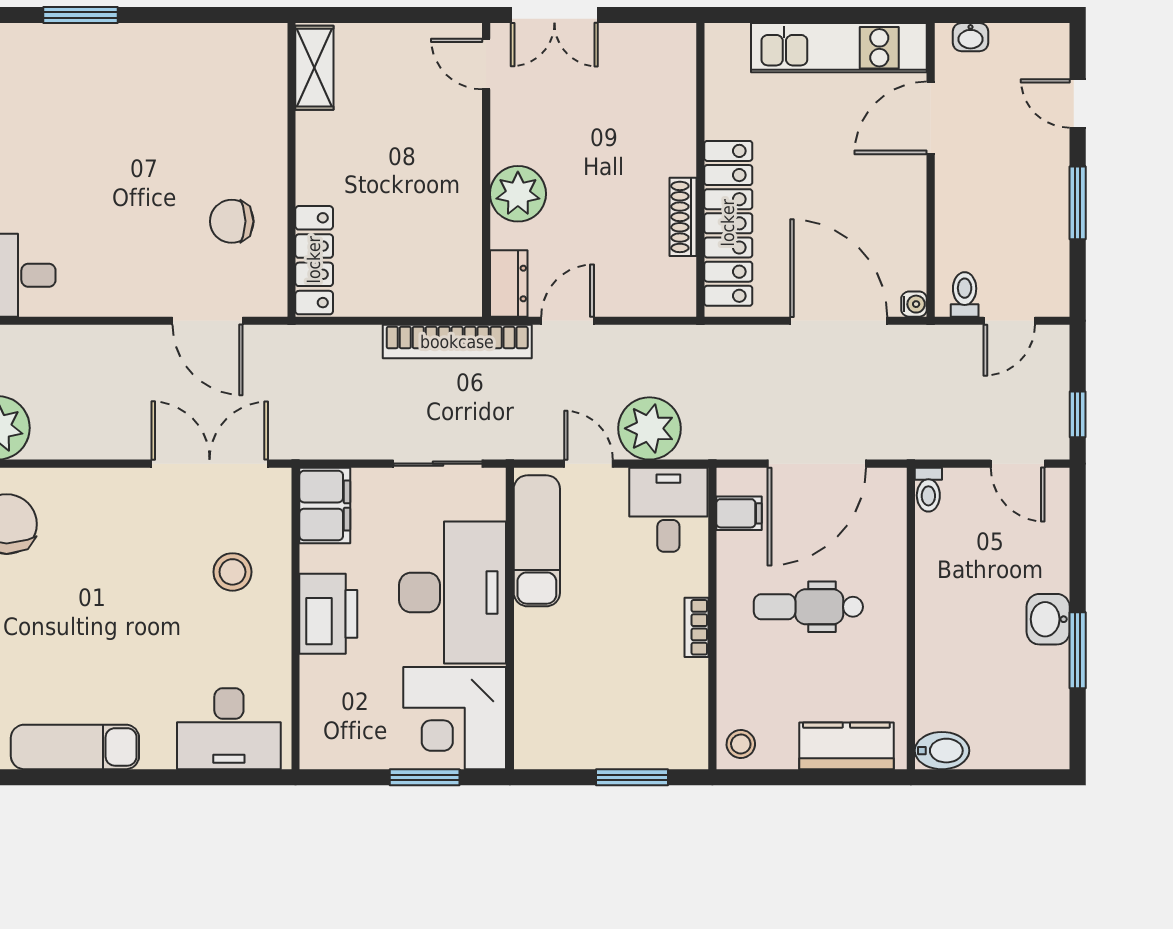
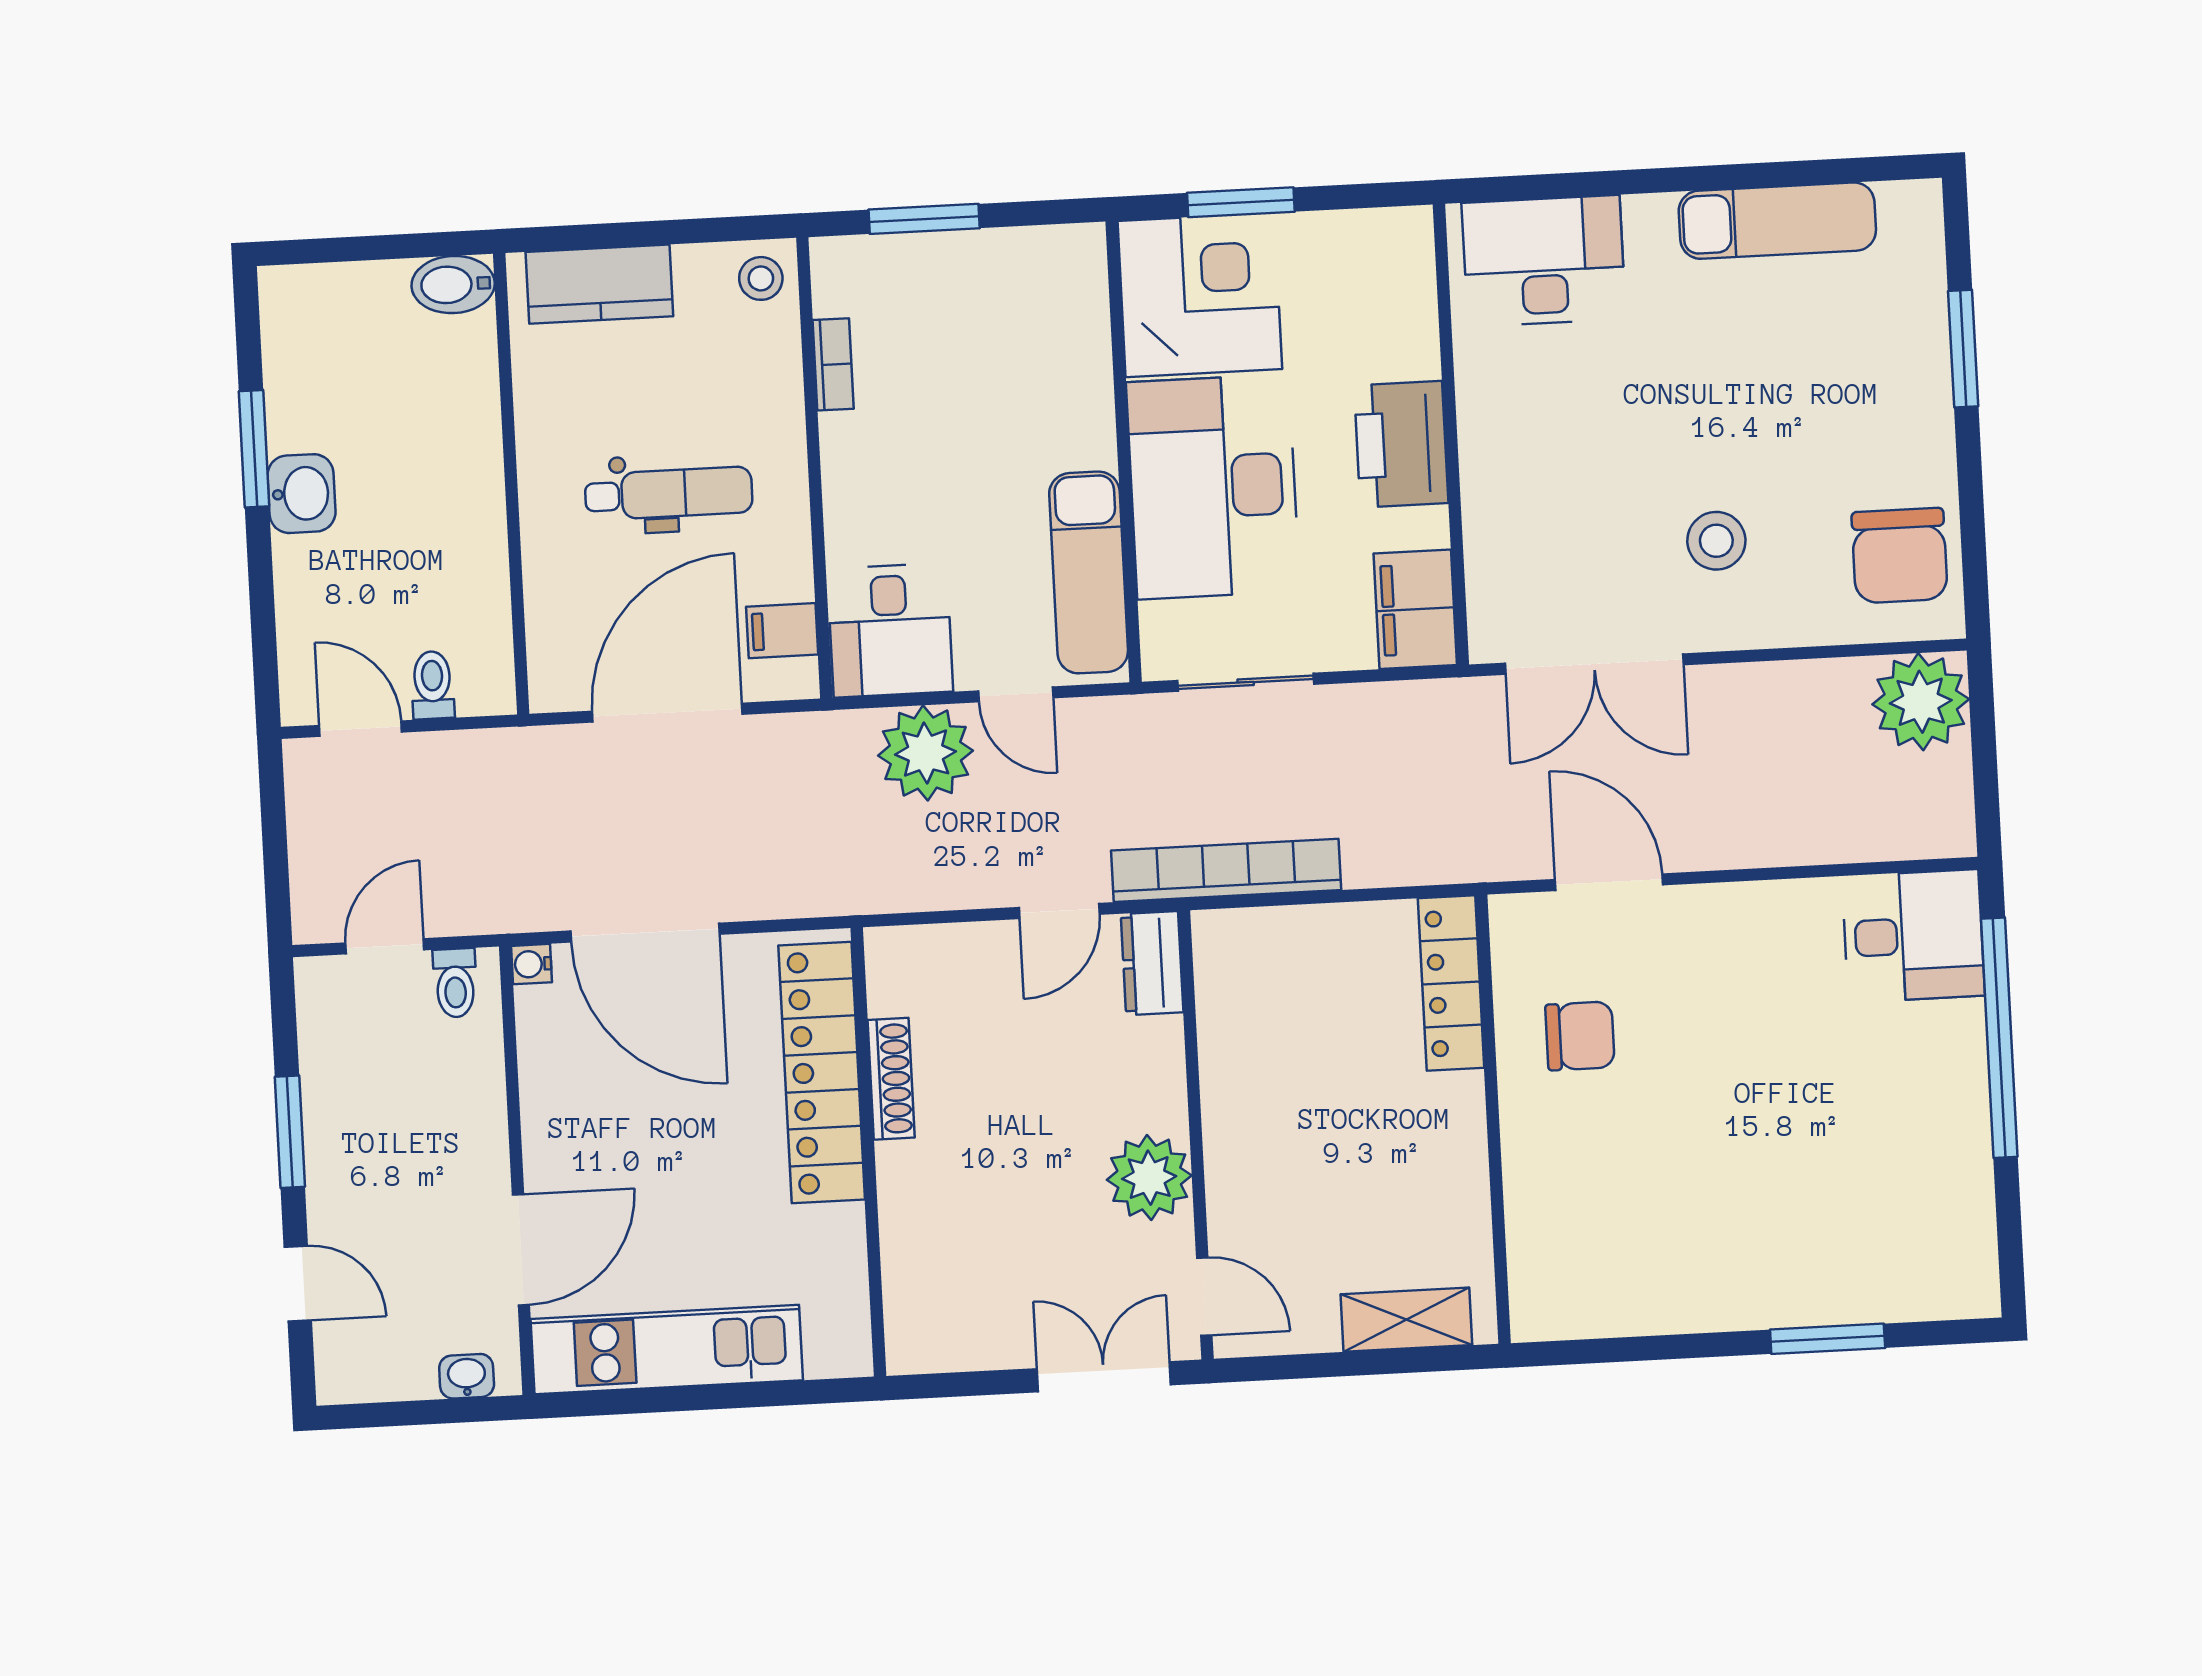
shelving: (314, 68) -> (1406, 1320), moved, turned 90
plant: (518, 194) -> (1149, 1178), moved
window: (1078, 414) -> (273, 809), removed
toilet: (928, 490) -> (432, 685), moved
stool: (232, 572) -> (1716, 541), moved
bookcase: (696, 627) -> (833, 364), moved

